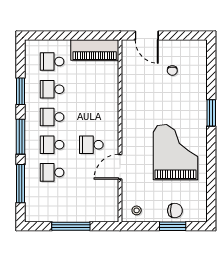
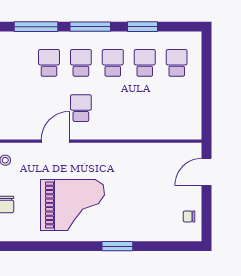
piano: (95, 50) -> (190, 112), removed
chair: (172, 71) -> (189, 216), moved
door: (120, 167) -> (56, 141), hinge flipped

